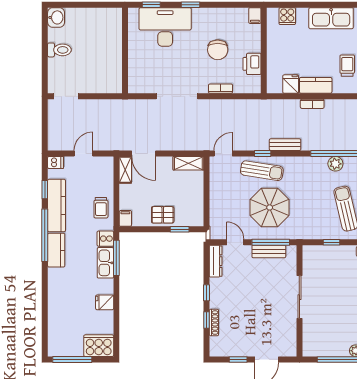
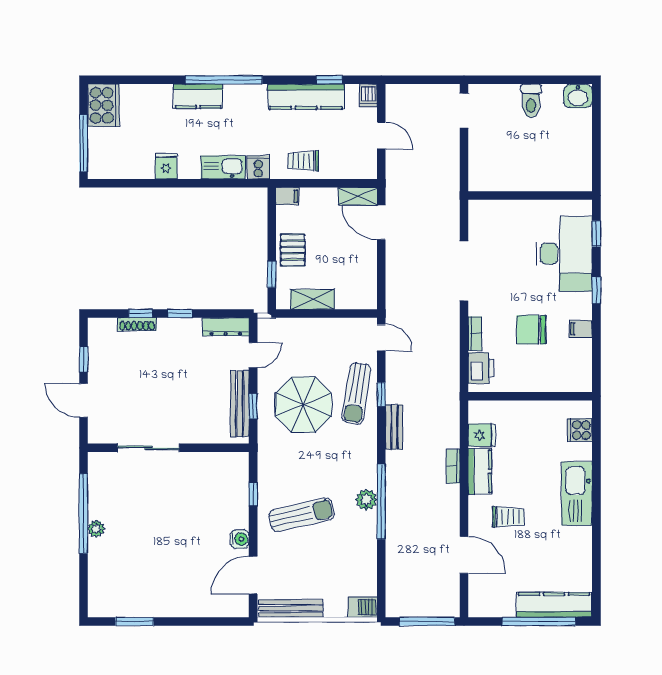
filing cabinet: (255, 16) -> (581, 329), moved
printer: (252, 64) -> (481, 368), moved, turned 90
door: (144, 153) -> (381, 222), hinge flipped
shelving: (188, 163) -> (313, 299), moved, turned 90
window: (45, 235) -> (224, 80), moved
window: (271, 242) -> (253, 406), width x0.46
kitchen counter: (56, 250) -> (198, 96), moved
bench: (269, 251) -> (240, 404), width x1.36
window: (116, 258) -> (230, 183), removed
sliding door: (299, 297) -> (148, 448), moved
cooker: (99, 346) -> (104, 105), moved
window: (72, 359) -> (84, 143), moved

